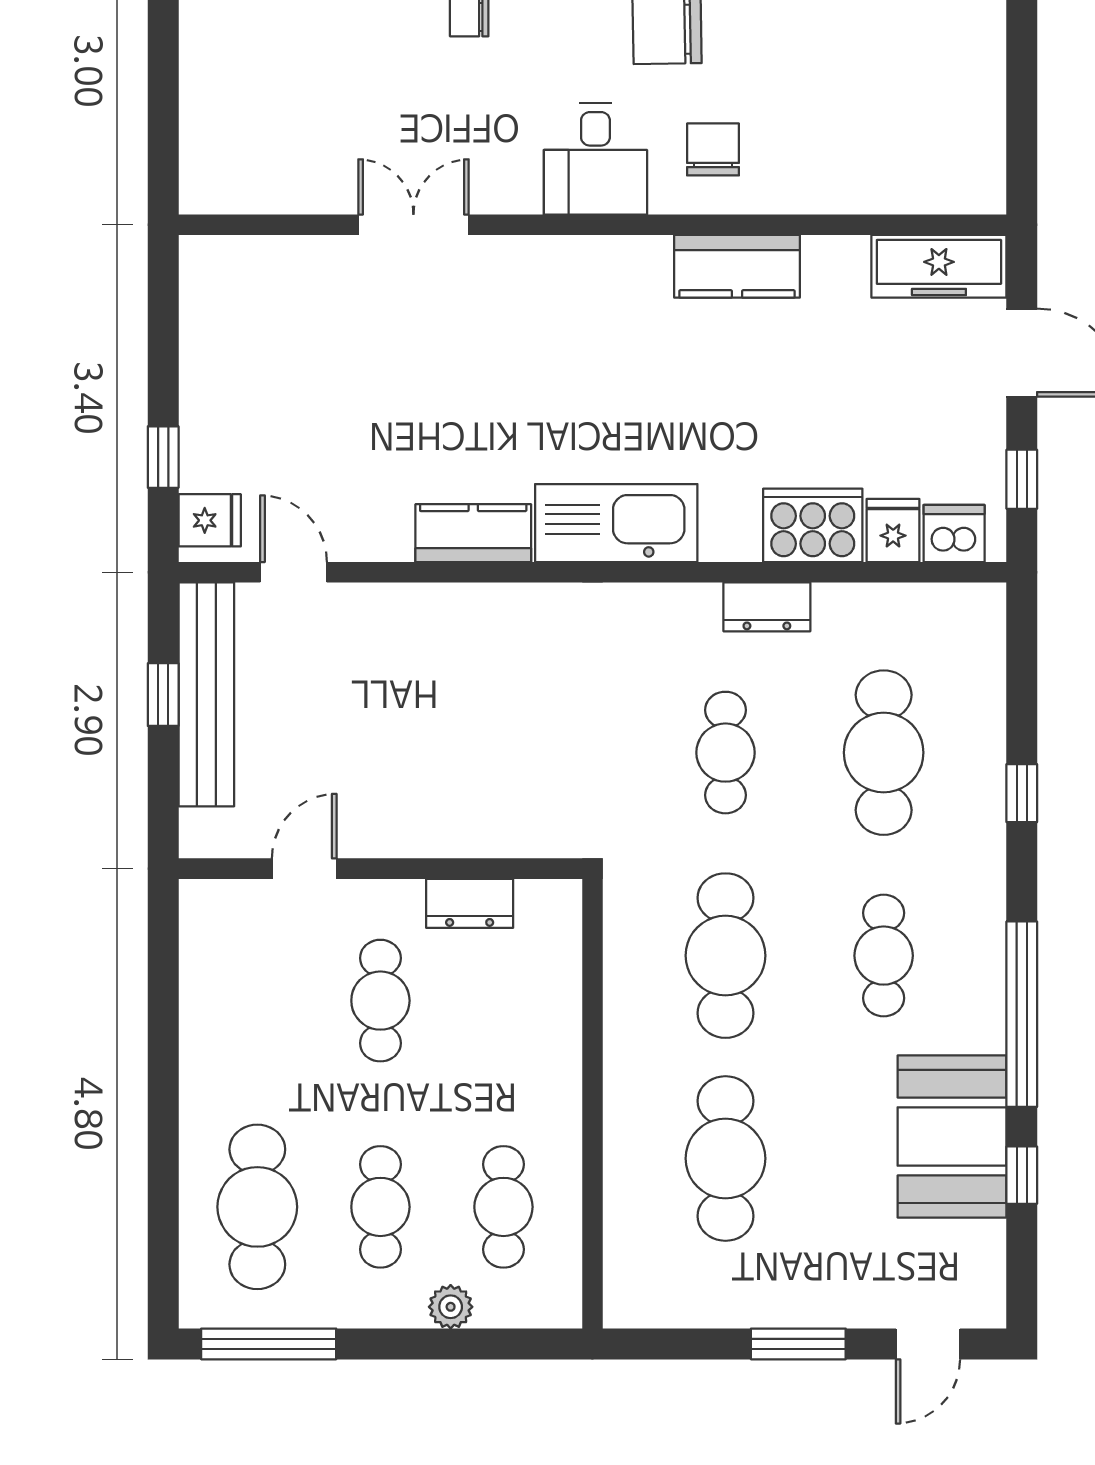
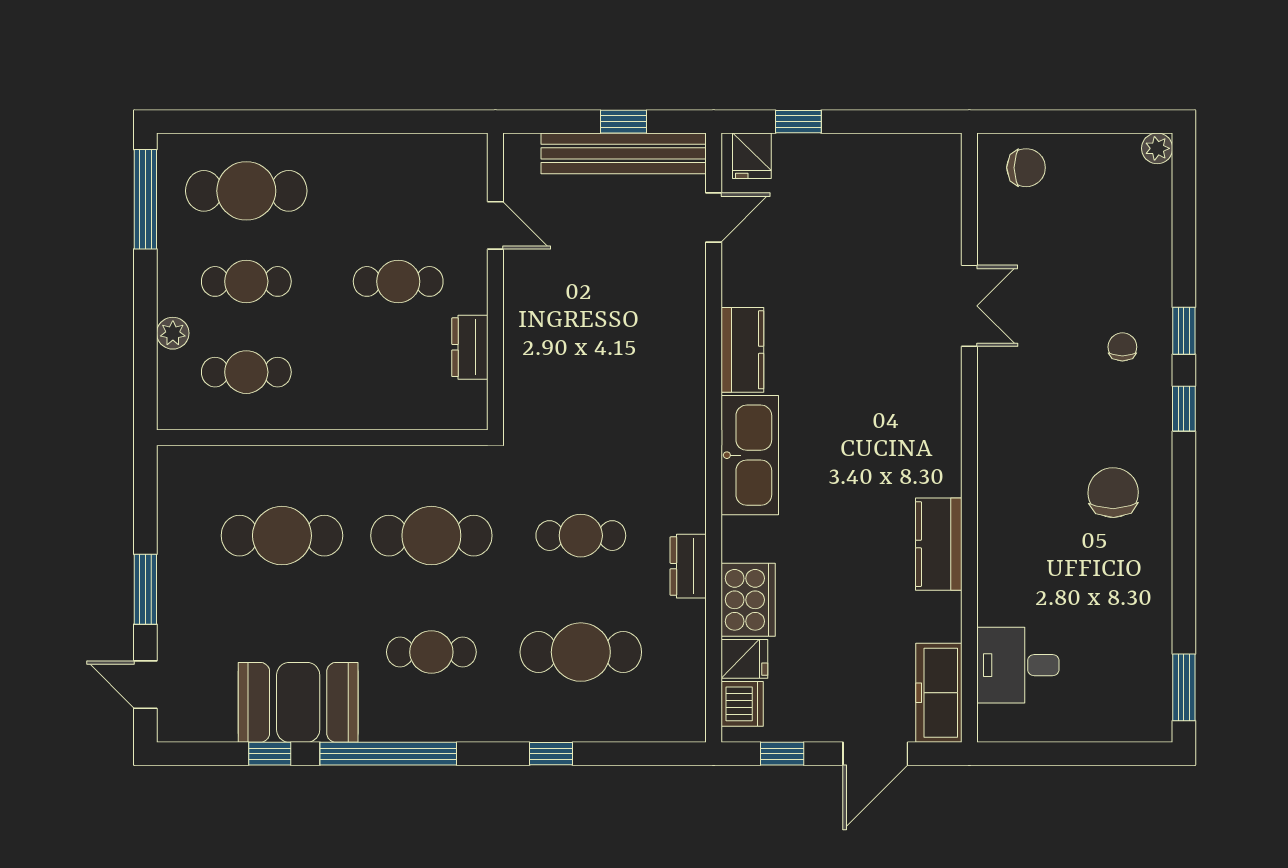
chair: (713, 149) -> (1026, 168), moved
desk: (595, 159) -> (1018, 665), moved

